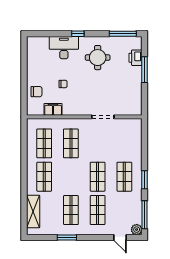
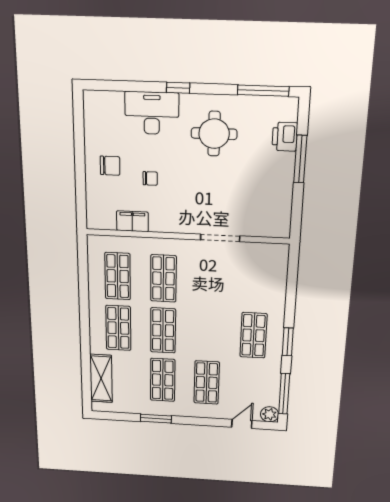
chair: (37, 92) -> (110, 166), moved
shop shelf: (98, 177) -> (163, 330), moved
door: (120, 238) -> (242, 424), swing flipped

